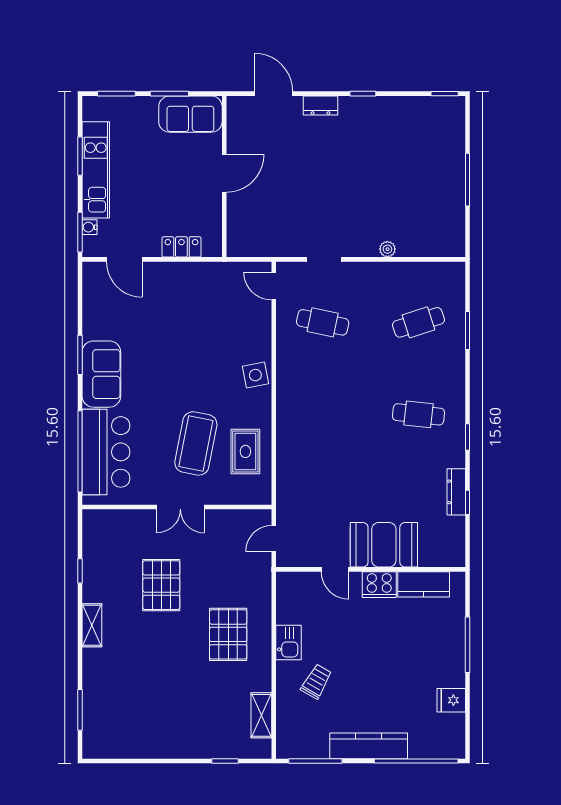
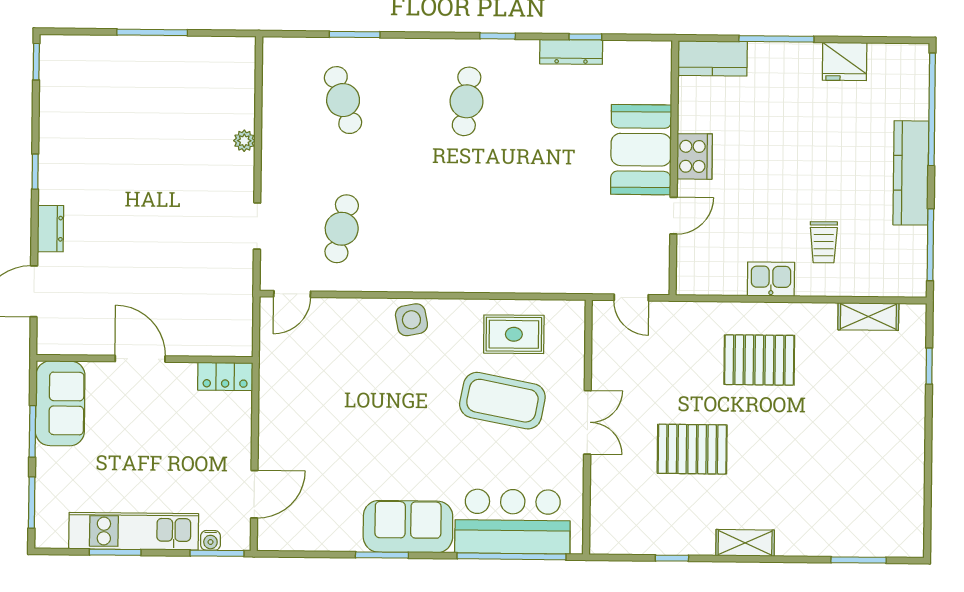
locker: (181, 247) -> (225, 377), moved, turned -90
kitchen counter: (424, 584) -> (713, 58), moved, turned 90
trolley: (316, 681) -> (824, 242), turned -120
fridge: (451, 700) -> (845, 61), width x1.38

